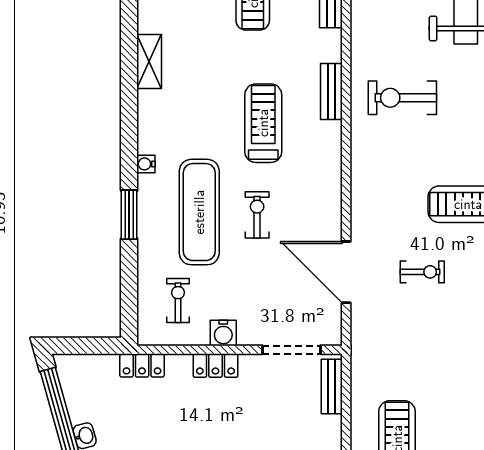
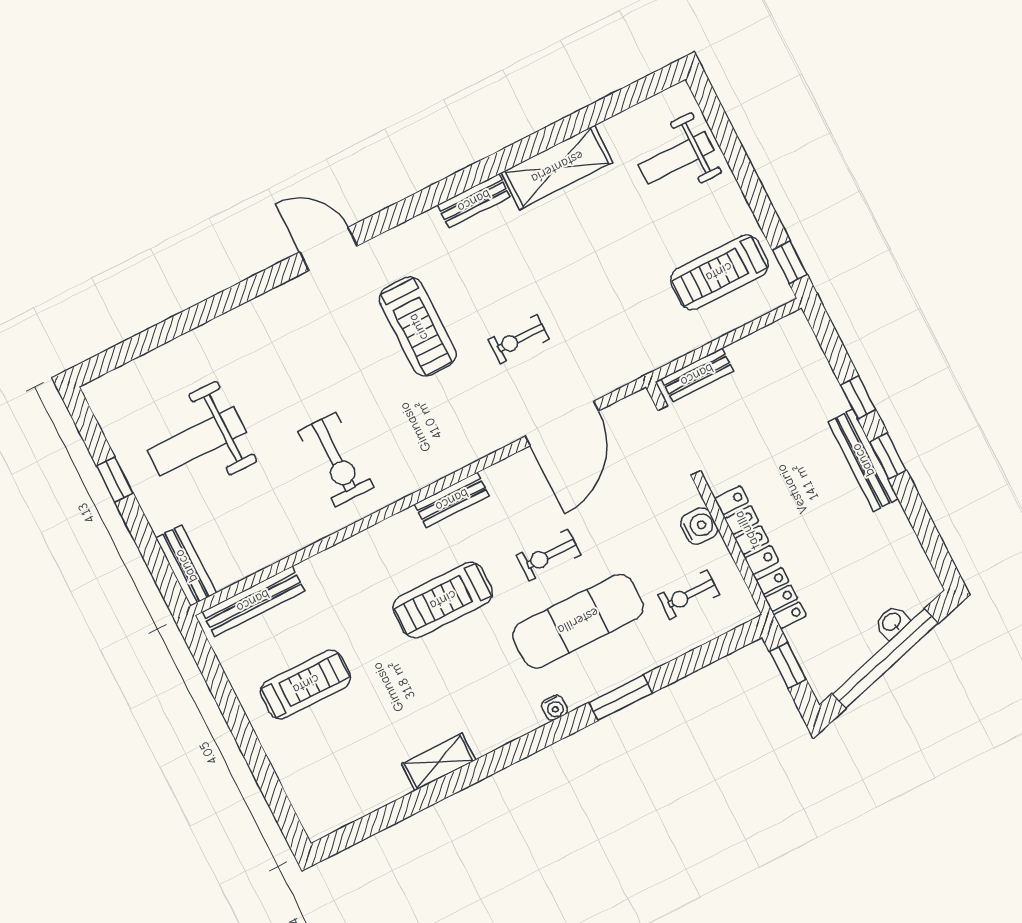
bench: (331, 91) -> (452, 500), moved
exercise bike: (422, 272) -> (519, 339), turned -90
window: (92, 346) -> (788, 665), added
locker: (215, 366) -> (747, 530), width x1.53

